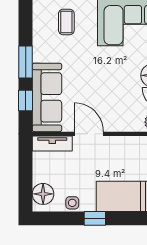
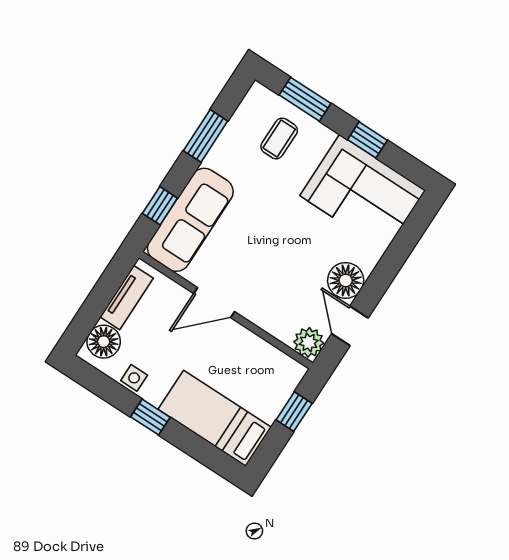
window: (26, 62) -> (206, 136), moved
door: (89, 134) -> (214, 303), swing flipped
tv unit: (52, 143) -> (127, 298), moved, turned -90

